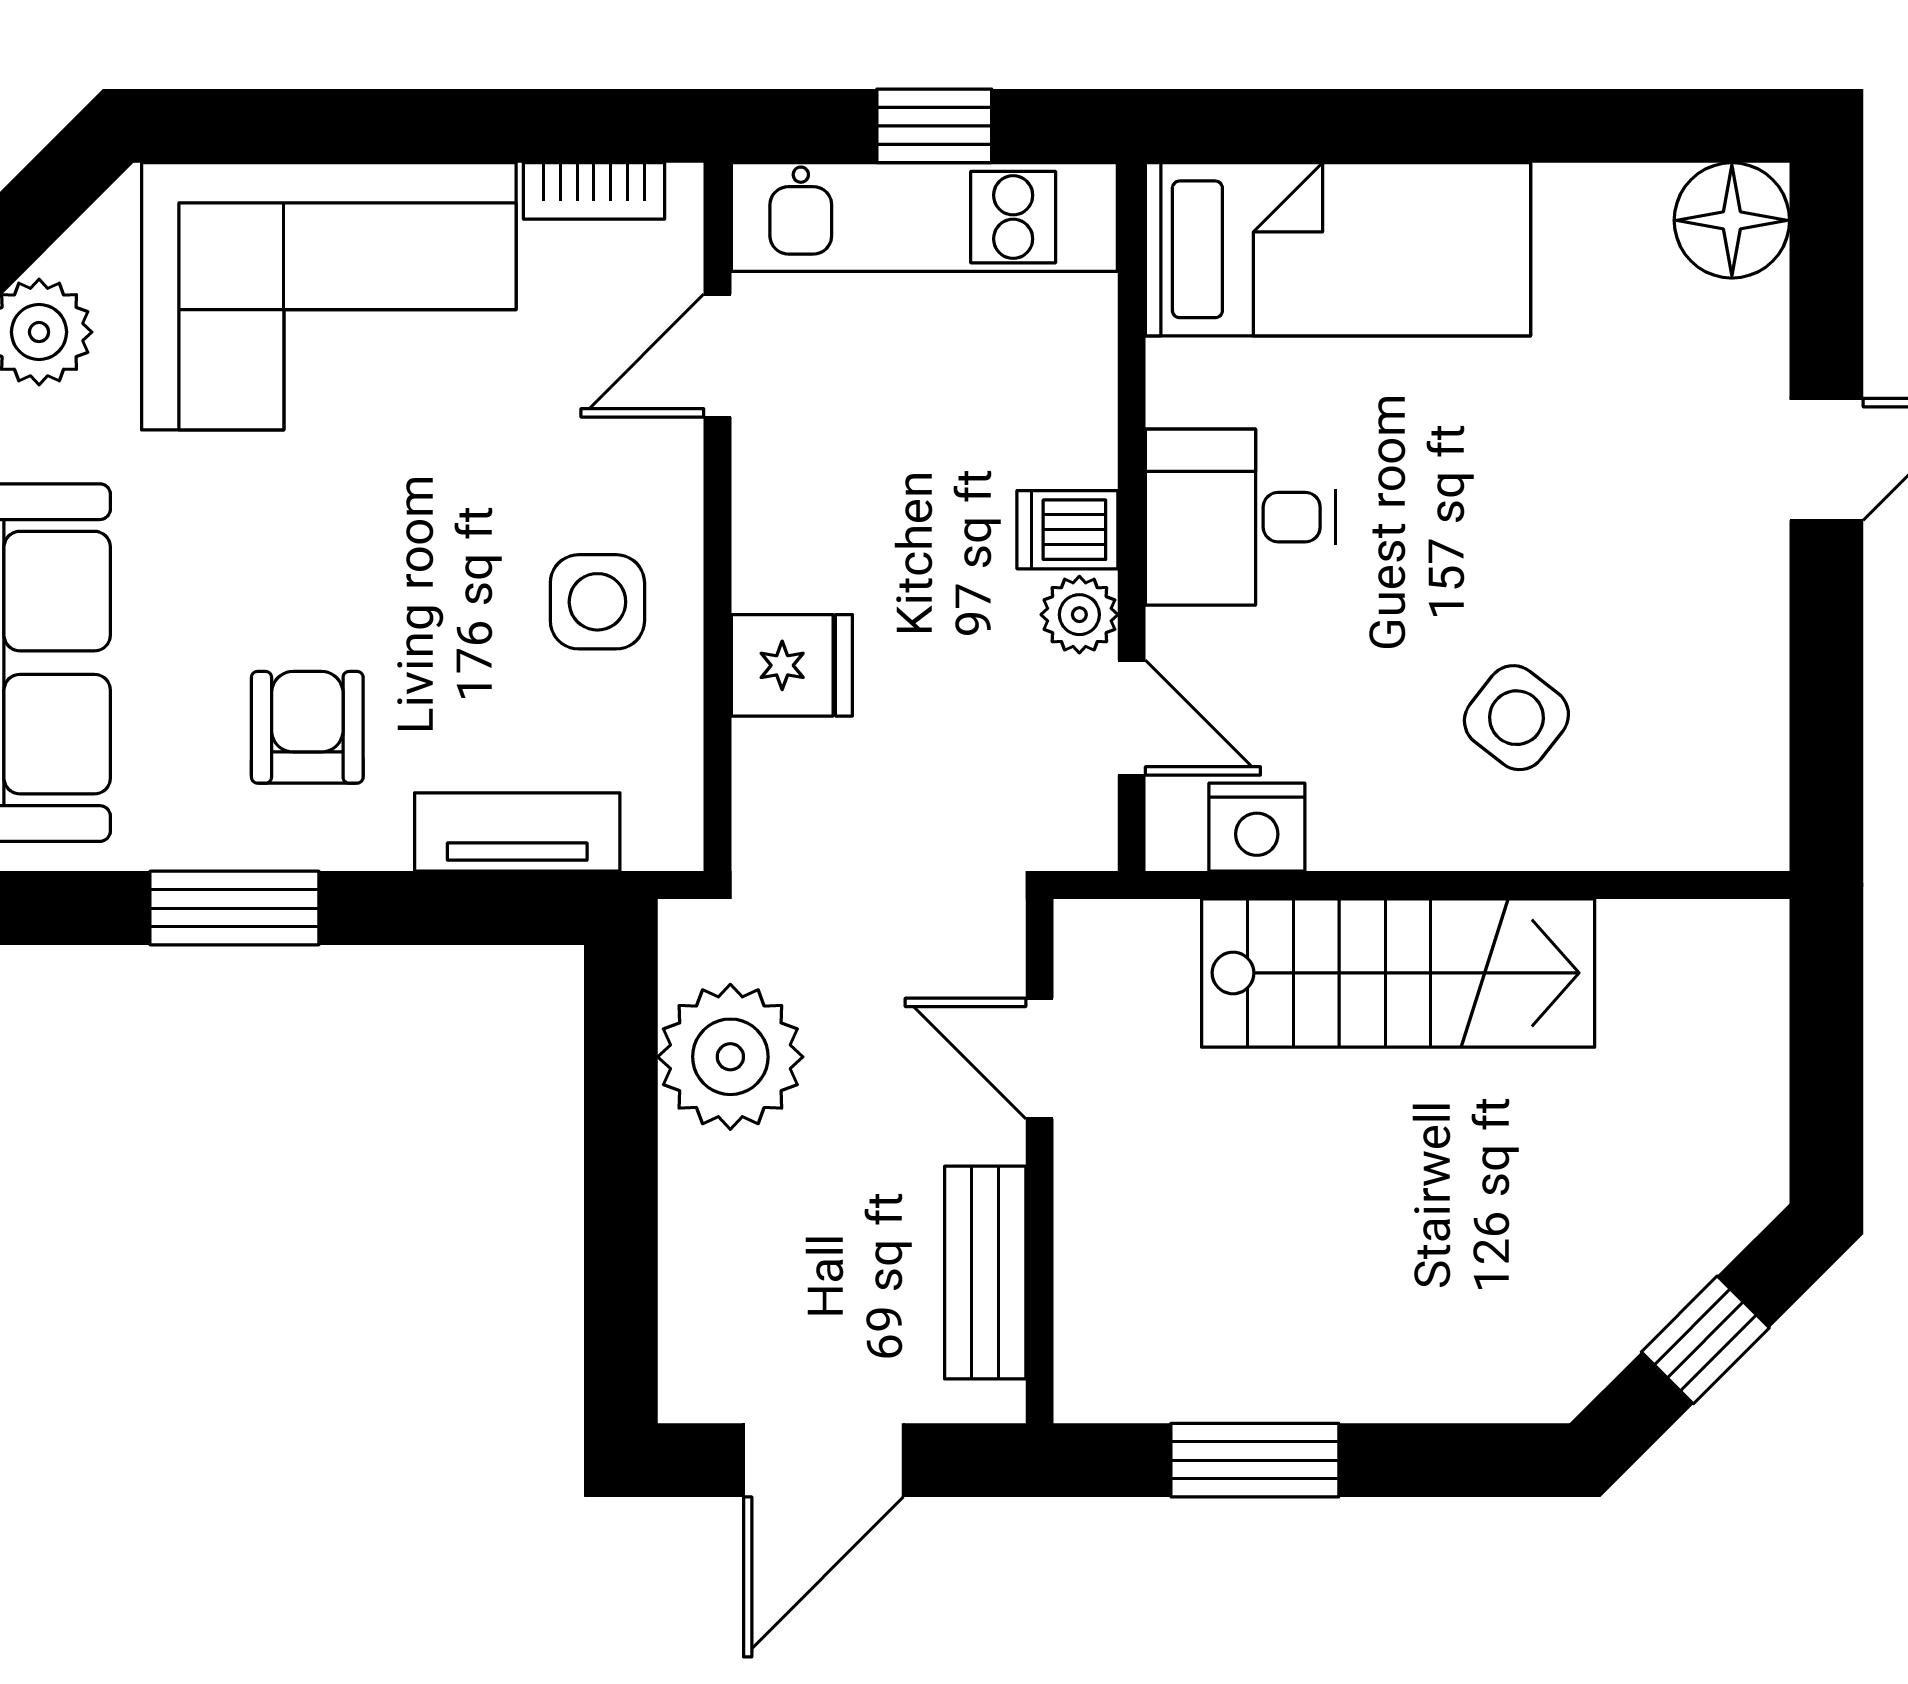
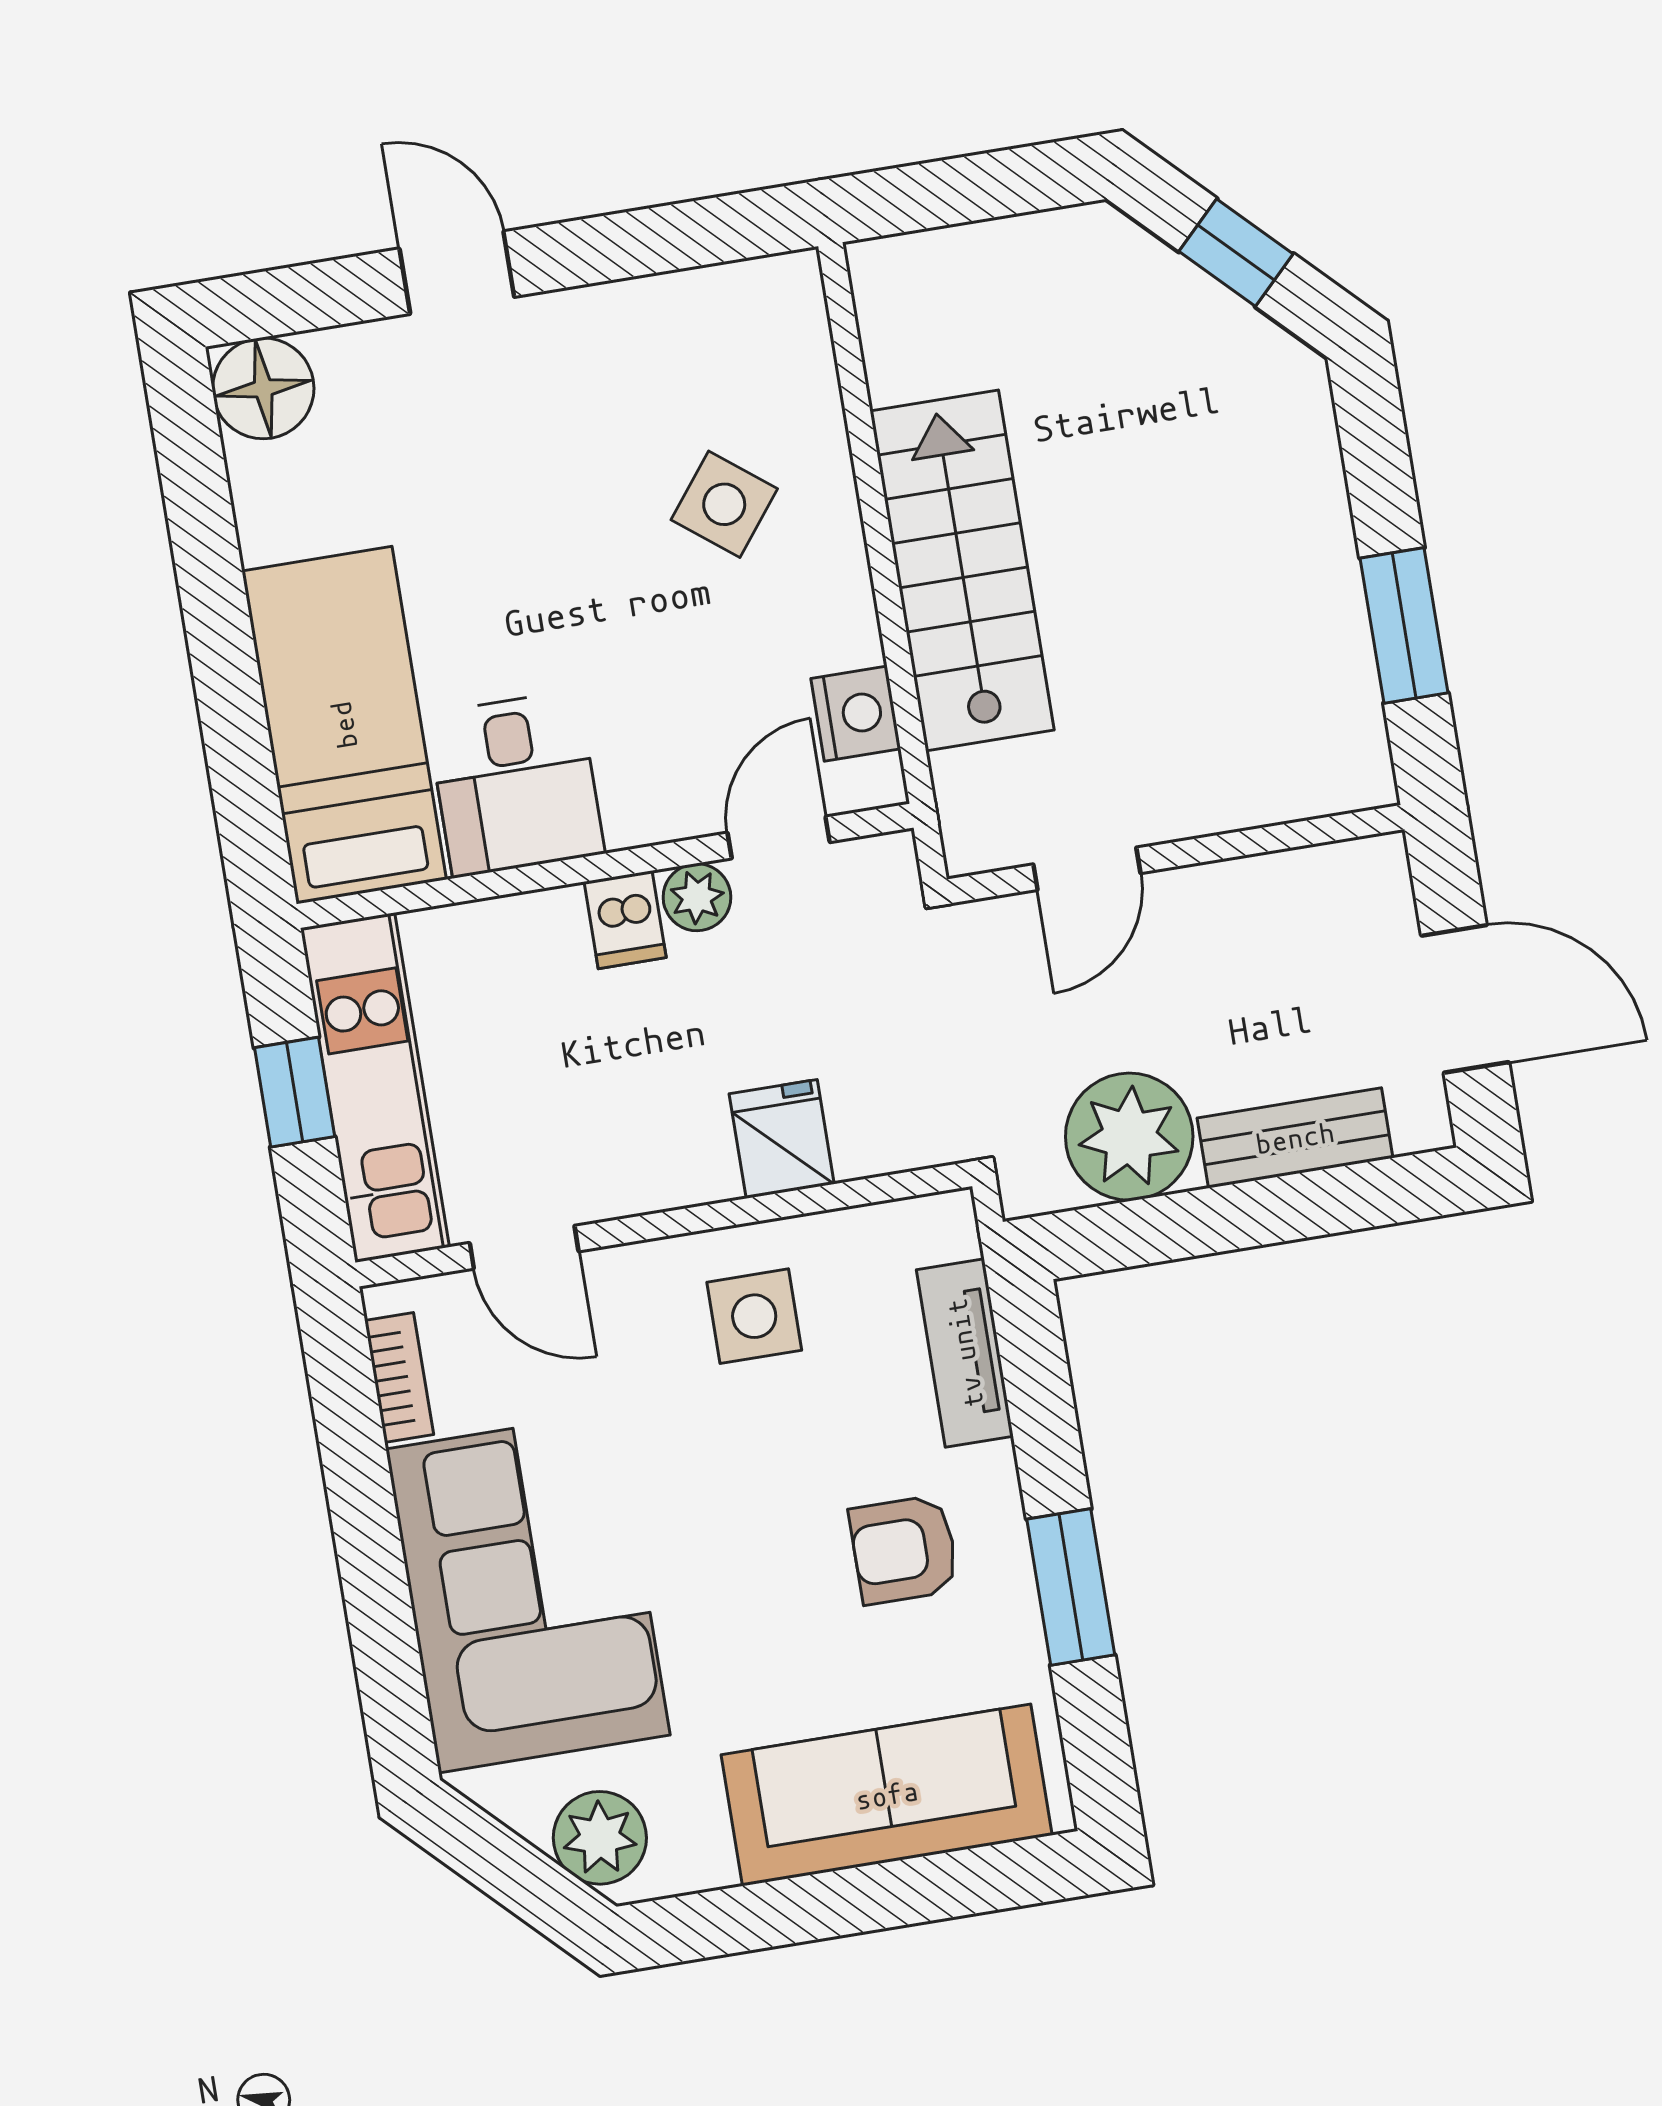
desk: (1240, 517) -> (516, 784), moved
bench: (985, 1273) -> (1295, 1138), moved

